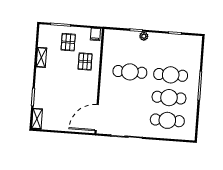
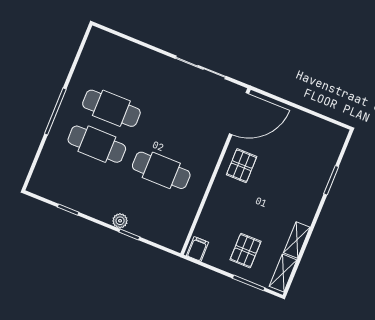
pallet: (85, 61) -> (242, 166), moved
shelving: (37, 119) -> (283, 273), moved
cafe table: (167, 120) -> (126, 72), removed

